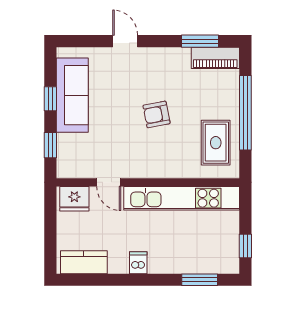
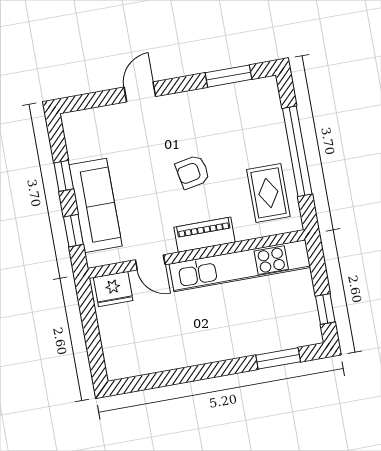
door: (125, 41) -> (140, 92), hinge flipped
piano: (215, 58) -> (205, 235), moved, turned 180
sofa: (72, 95) -> (96, 205), moved
kitchen counter: (84, 262) -> (138, 362), removed
dishwasher: (138, 263) -> (202, 351), removed

